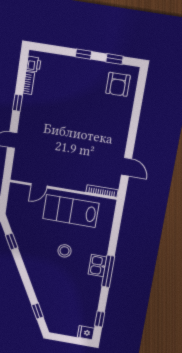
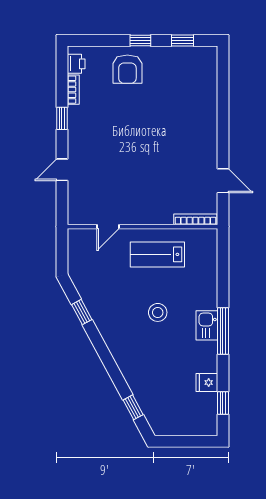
armchair: (118, 84) -> (127, 69), moved
lab bench: (71, 211) -> (157, 254), width x0.73, depth x0.72
fridge: (86, 333) -> (207, 383), moved

